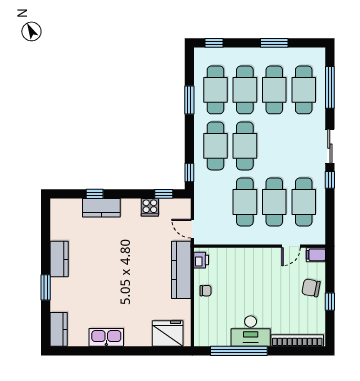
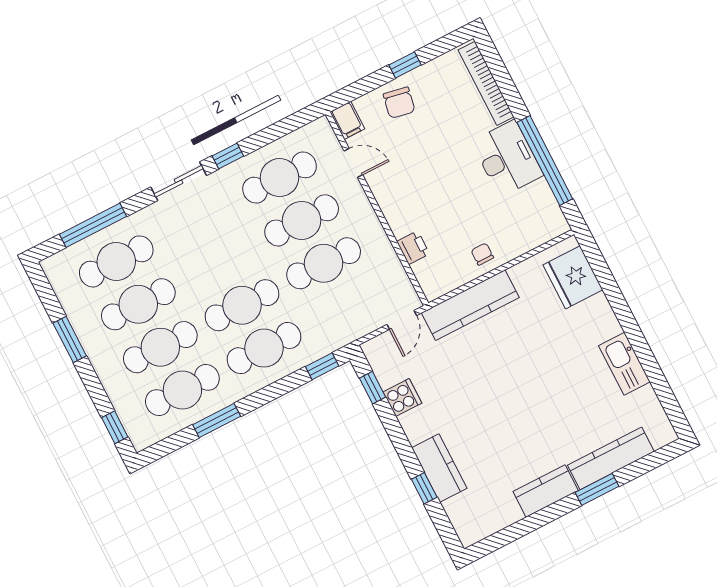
printer: (201, 260) -> (413, 248), moved, turned 90
kitchen counter: (59, 329) -> (611, 458), moved, width x1.50

